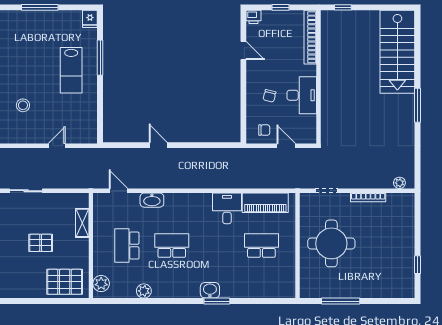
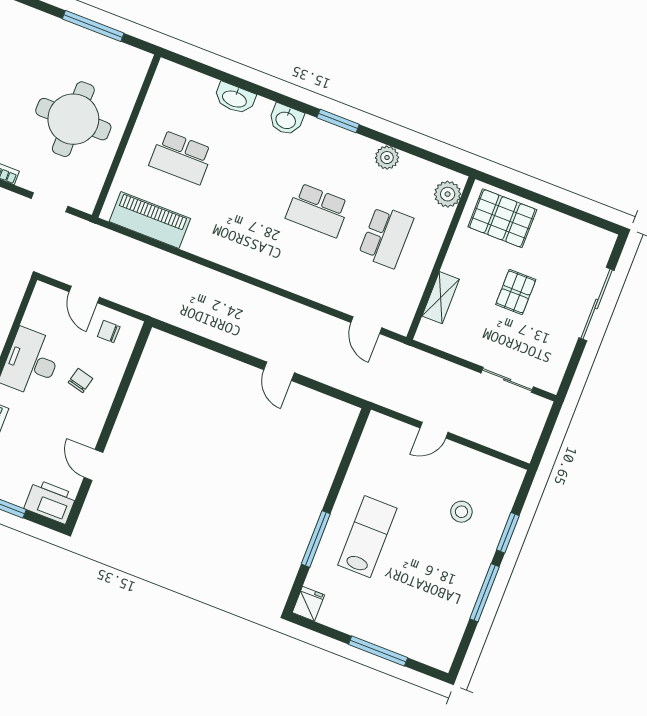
printer: (253, 17) -> (50, 502), width x1.87, depth x1.48
washbasin: (152, 200) -> (235, 98), moved, turned 180
desk: (227, 208) -> (212, 234), removed
pallet: (41, 243) -> (516, 292), turned 90
window: (217, 301) -> (338, 121), moved

